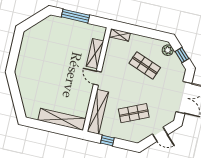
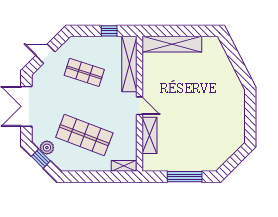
plant: (168, 50) -> (47, 148), moved
shop shelf: (145, 65) -> (84, 135), width x1.43, depth x1.36
shop shelf: (134, 113) -> (84, 72), turned 42

